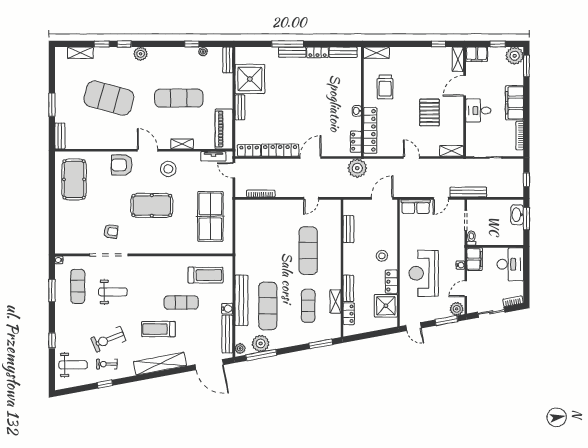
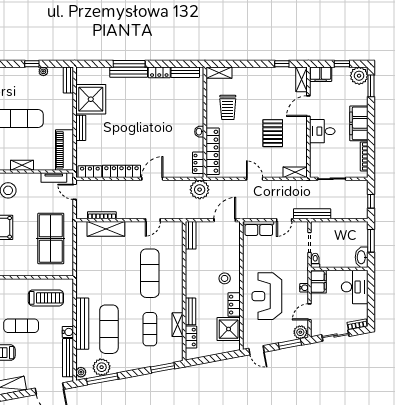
bench: (292, 52) -> (129, 72), width x1.36
shelving: (265, 207) -> (106, 229), added
washbasin: (517, 215) -> (362, 257), moved
bench: (348, 229) -> (191, 235), moved

